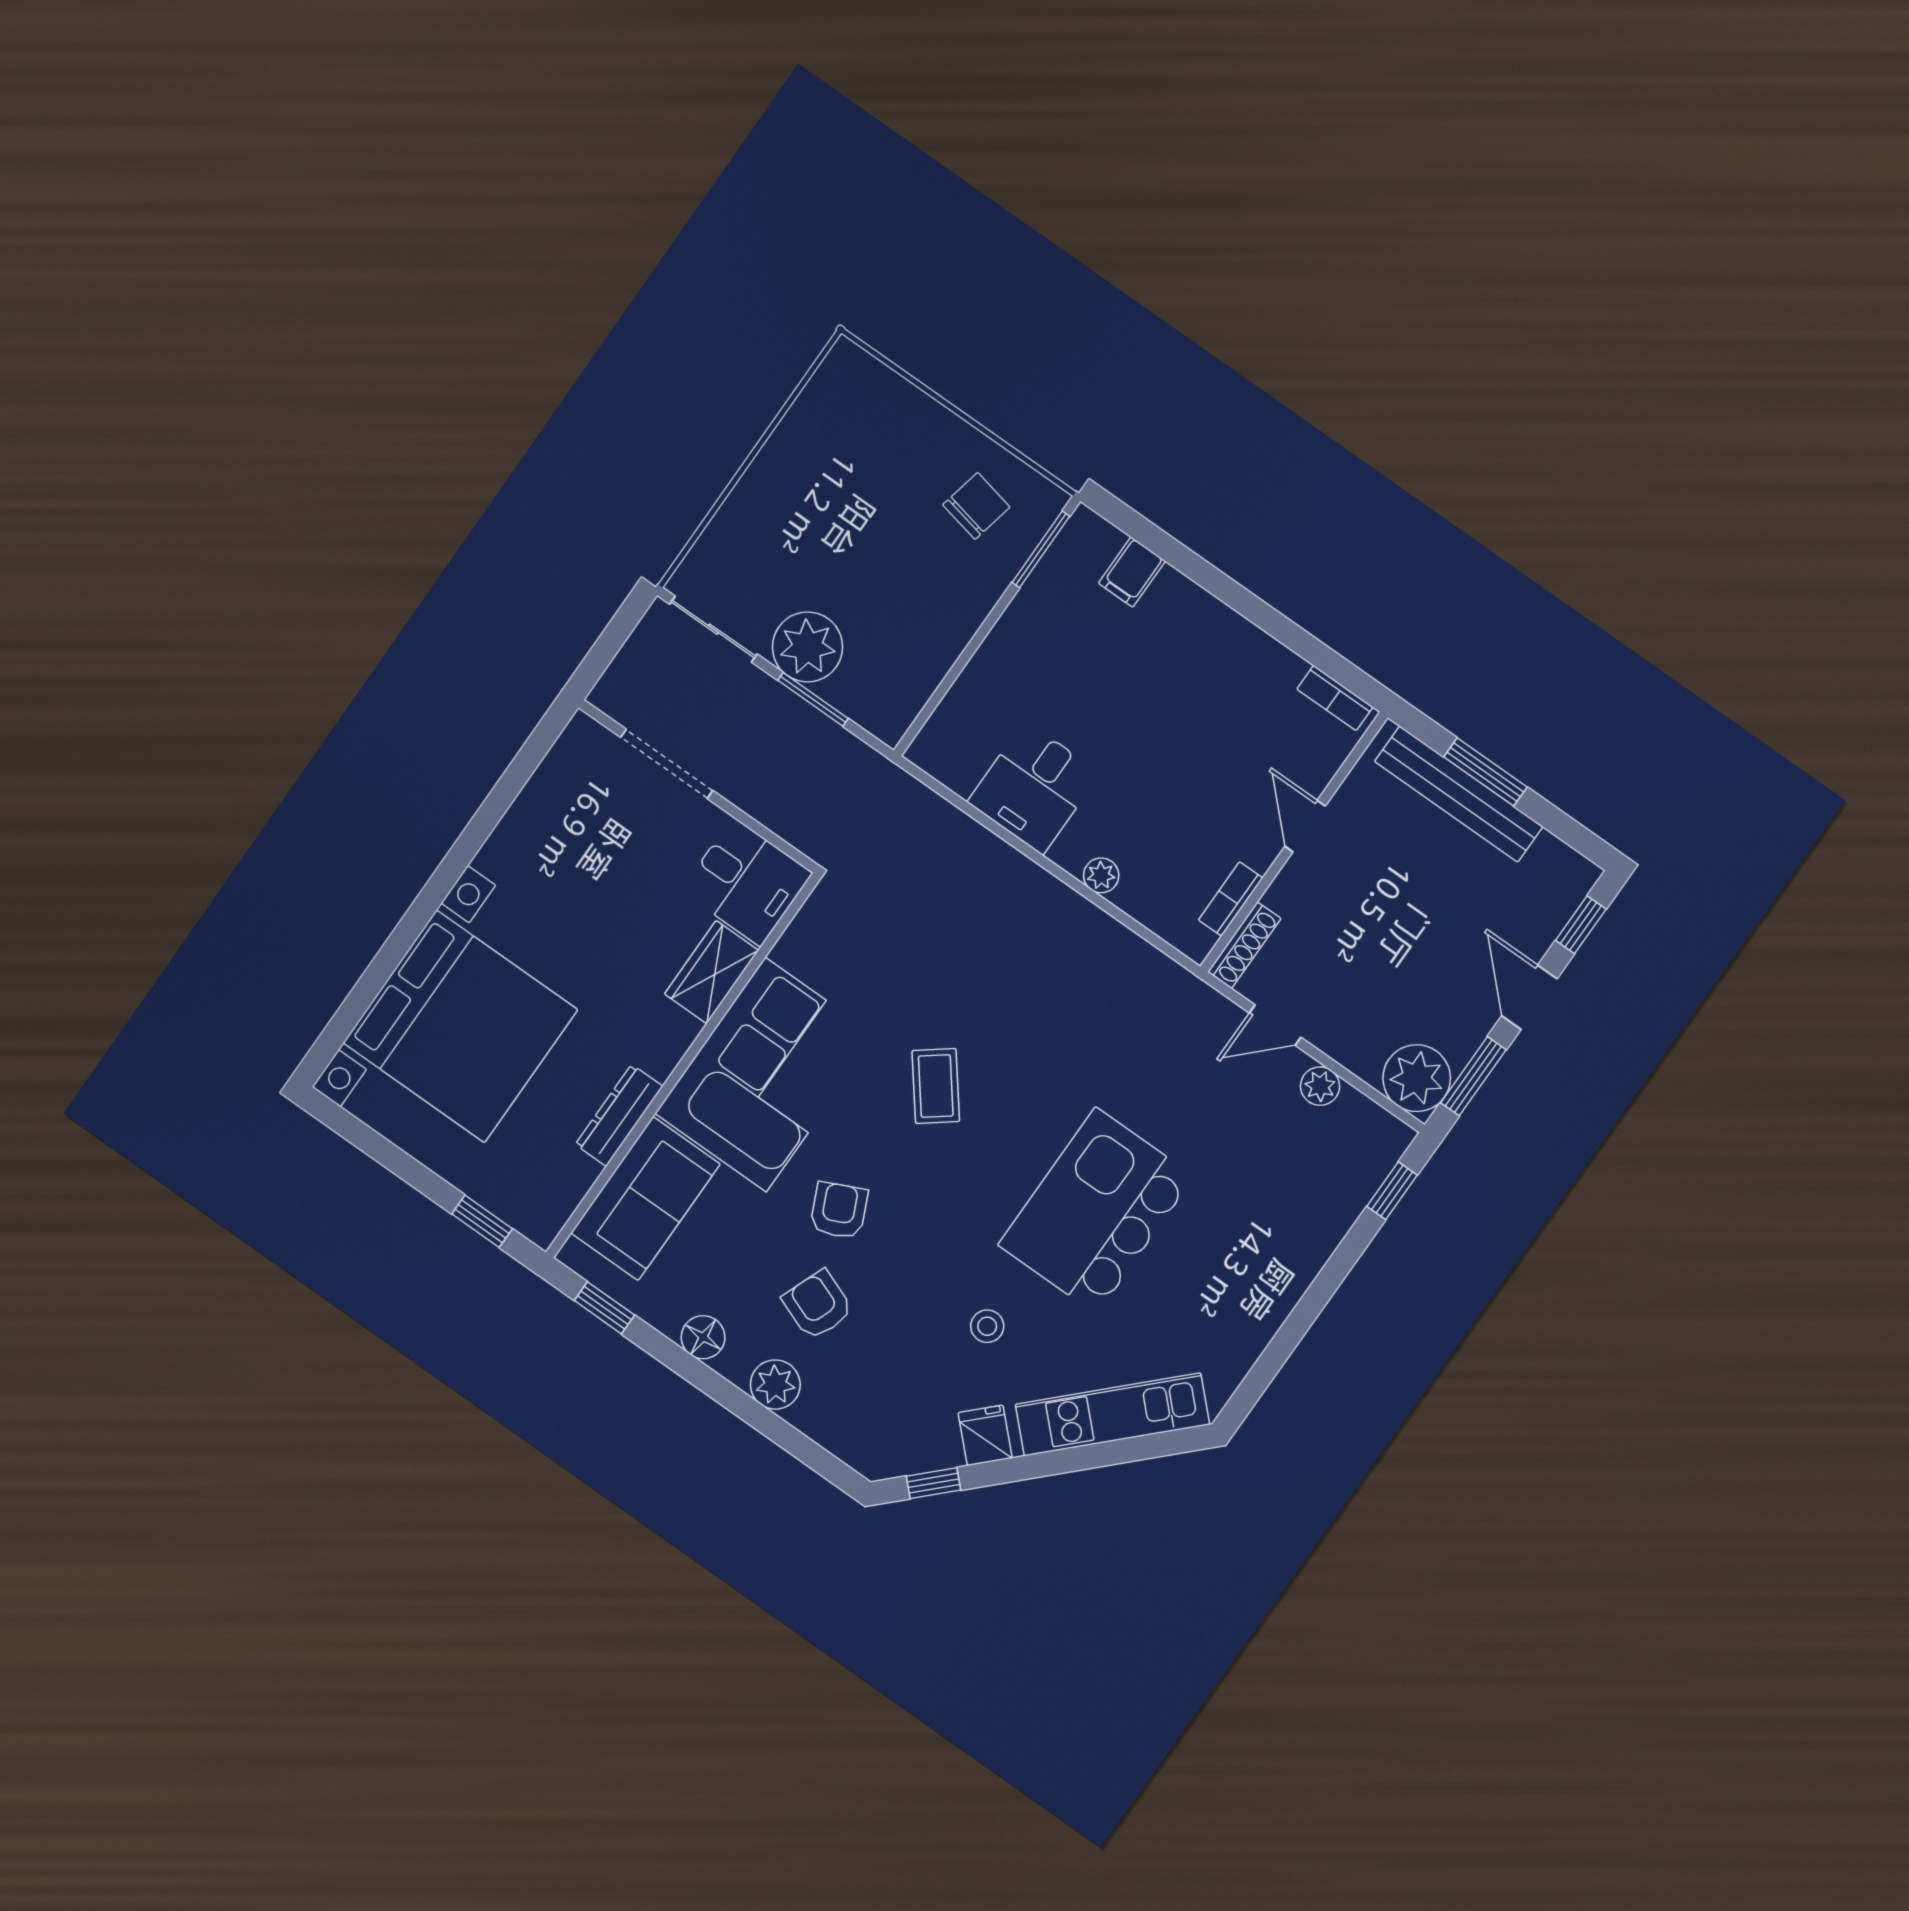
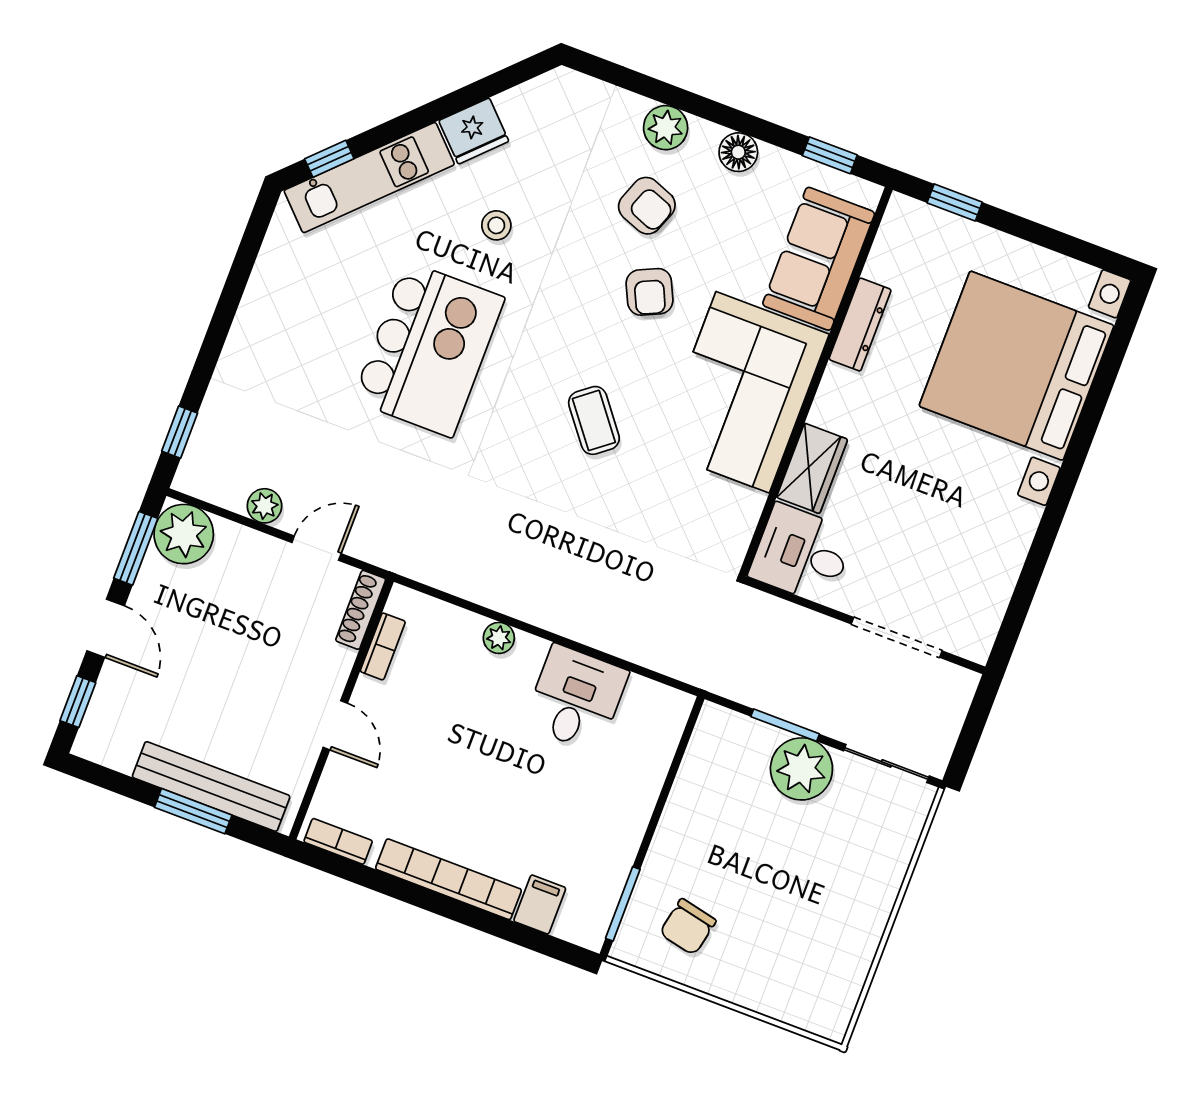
bookcase: (1225, 625) -> (448, 879), added
fridge: (985, 1435) -> (474, 131), width x1.38
window: (934, 1483) -> (329, 159), moved

